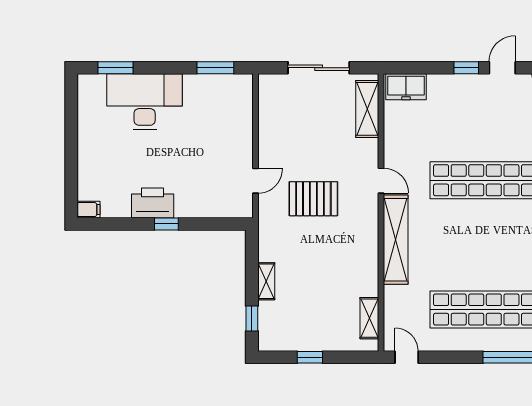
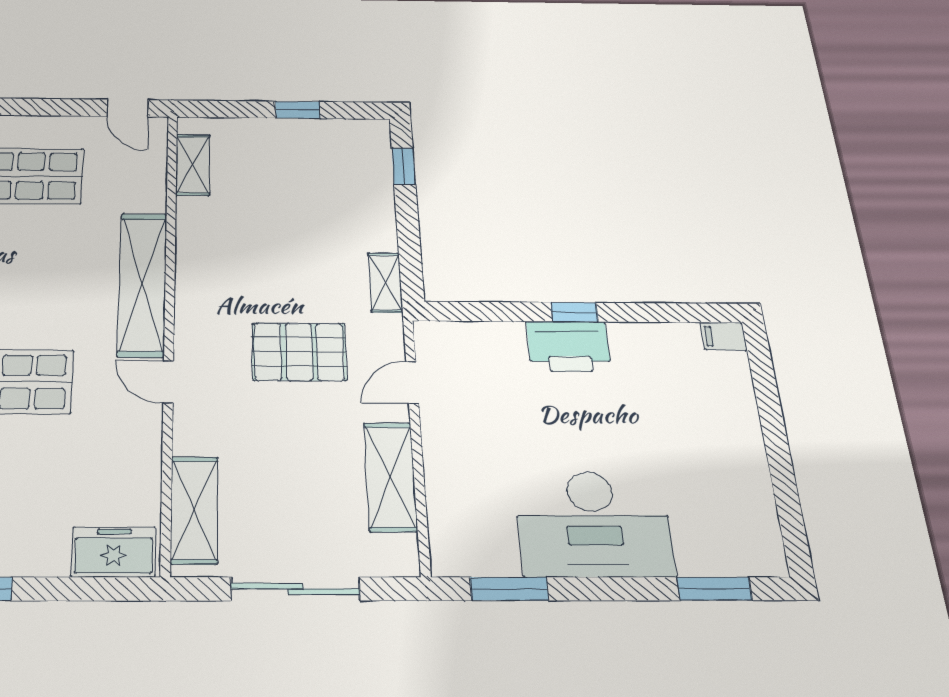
desk: (145, 102) -> (594, 524), moved
shelving: (270, 127) -> (390, 477), added
printer: (153, 203) -> (568, 346), moved
shelving: (266, 281) -> (385, 282), moved

